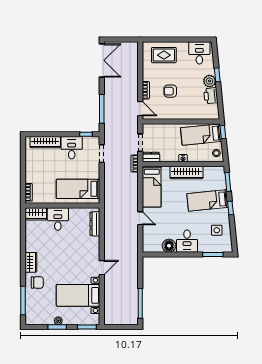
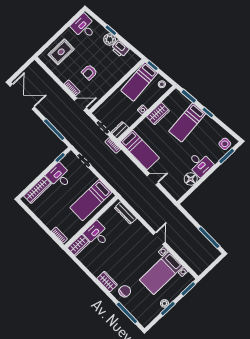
wardrobe: (186, 172) -> (158, 114), width x0.67
side table: (217, 230) -> (225, 144), moved

